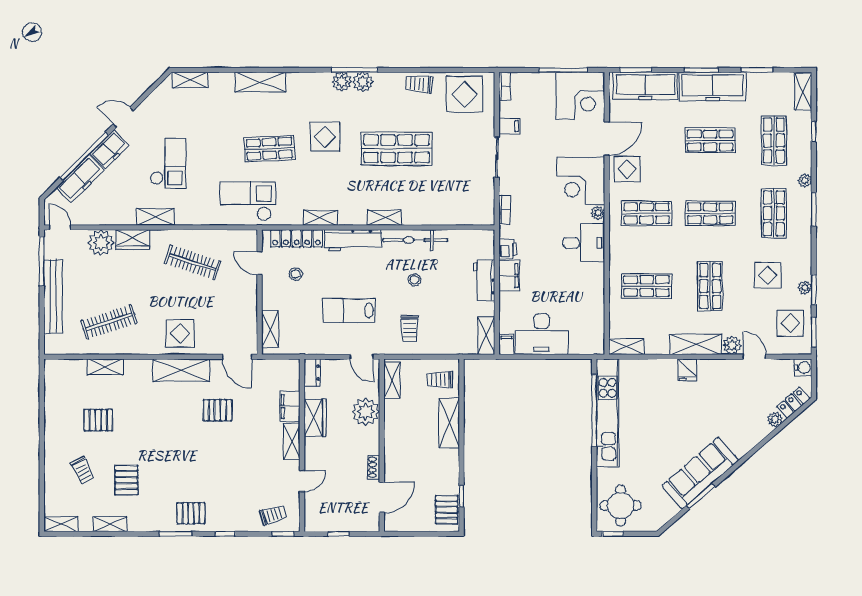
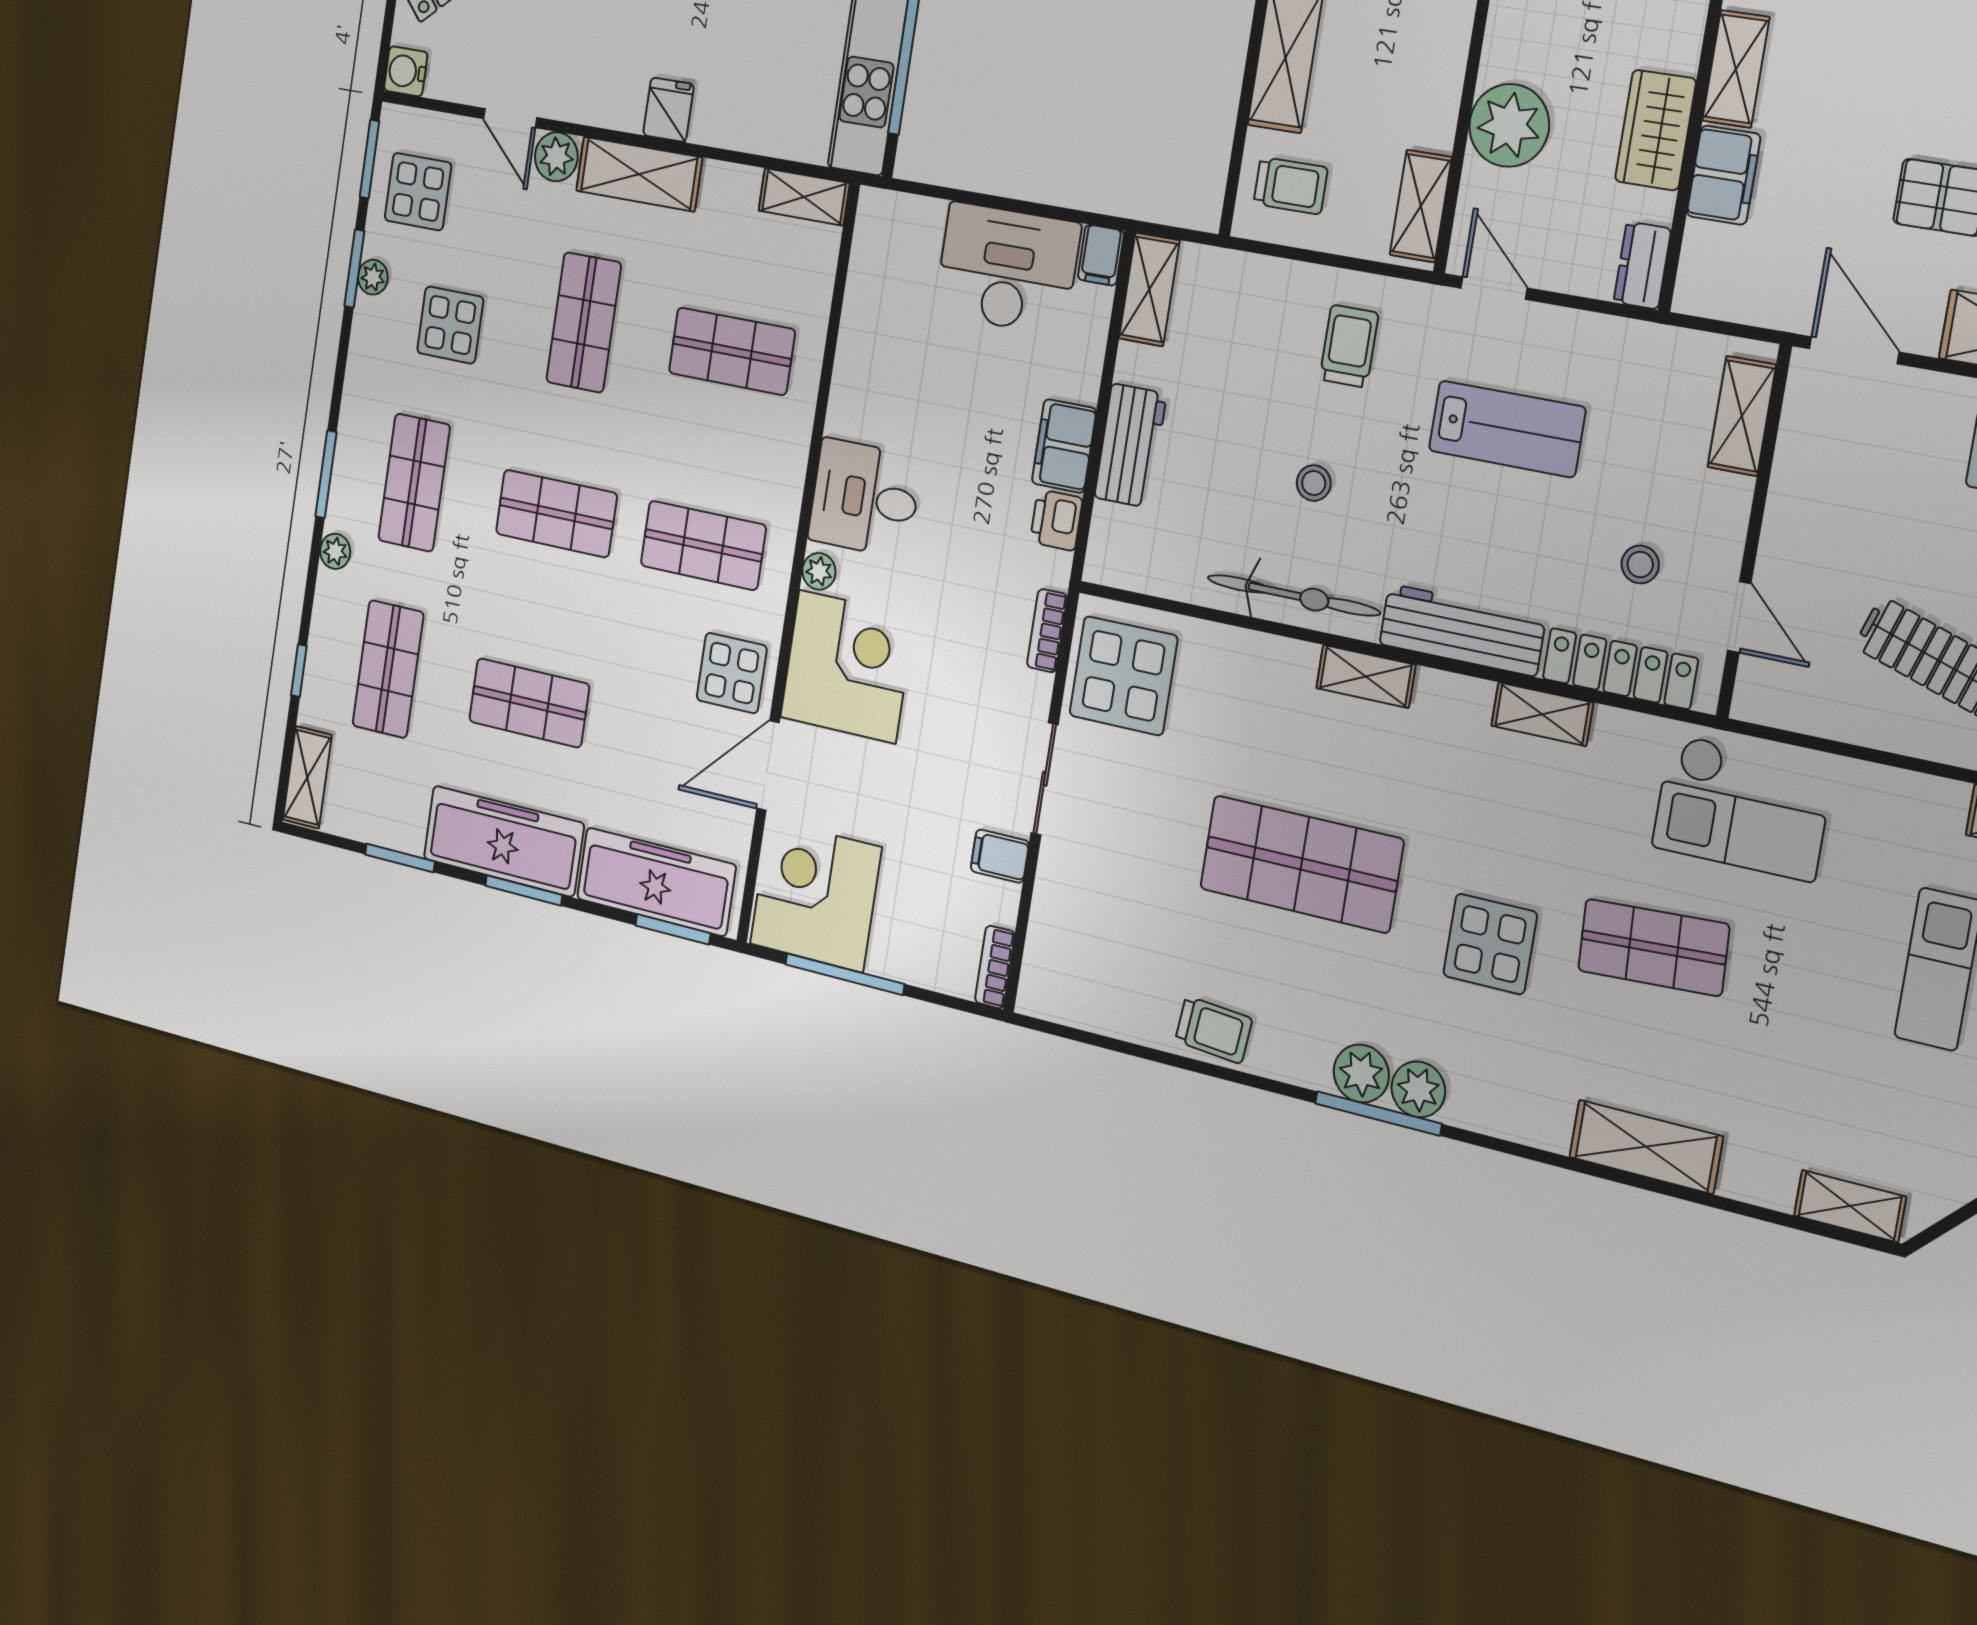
display table: (464, 94) -> (1123, 676), moved

